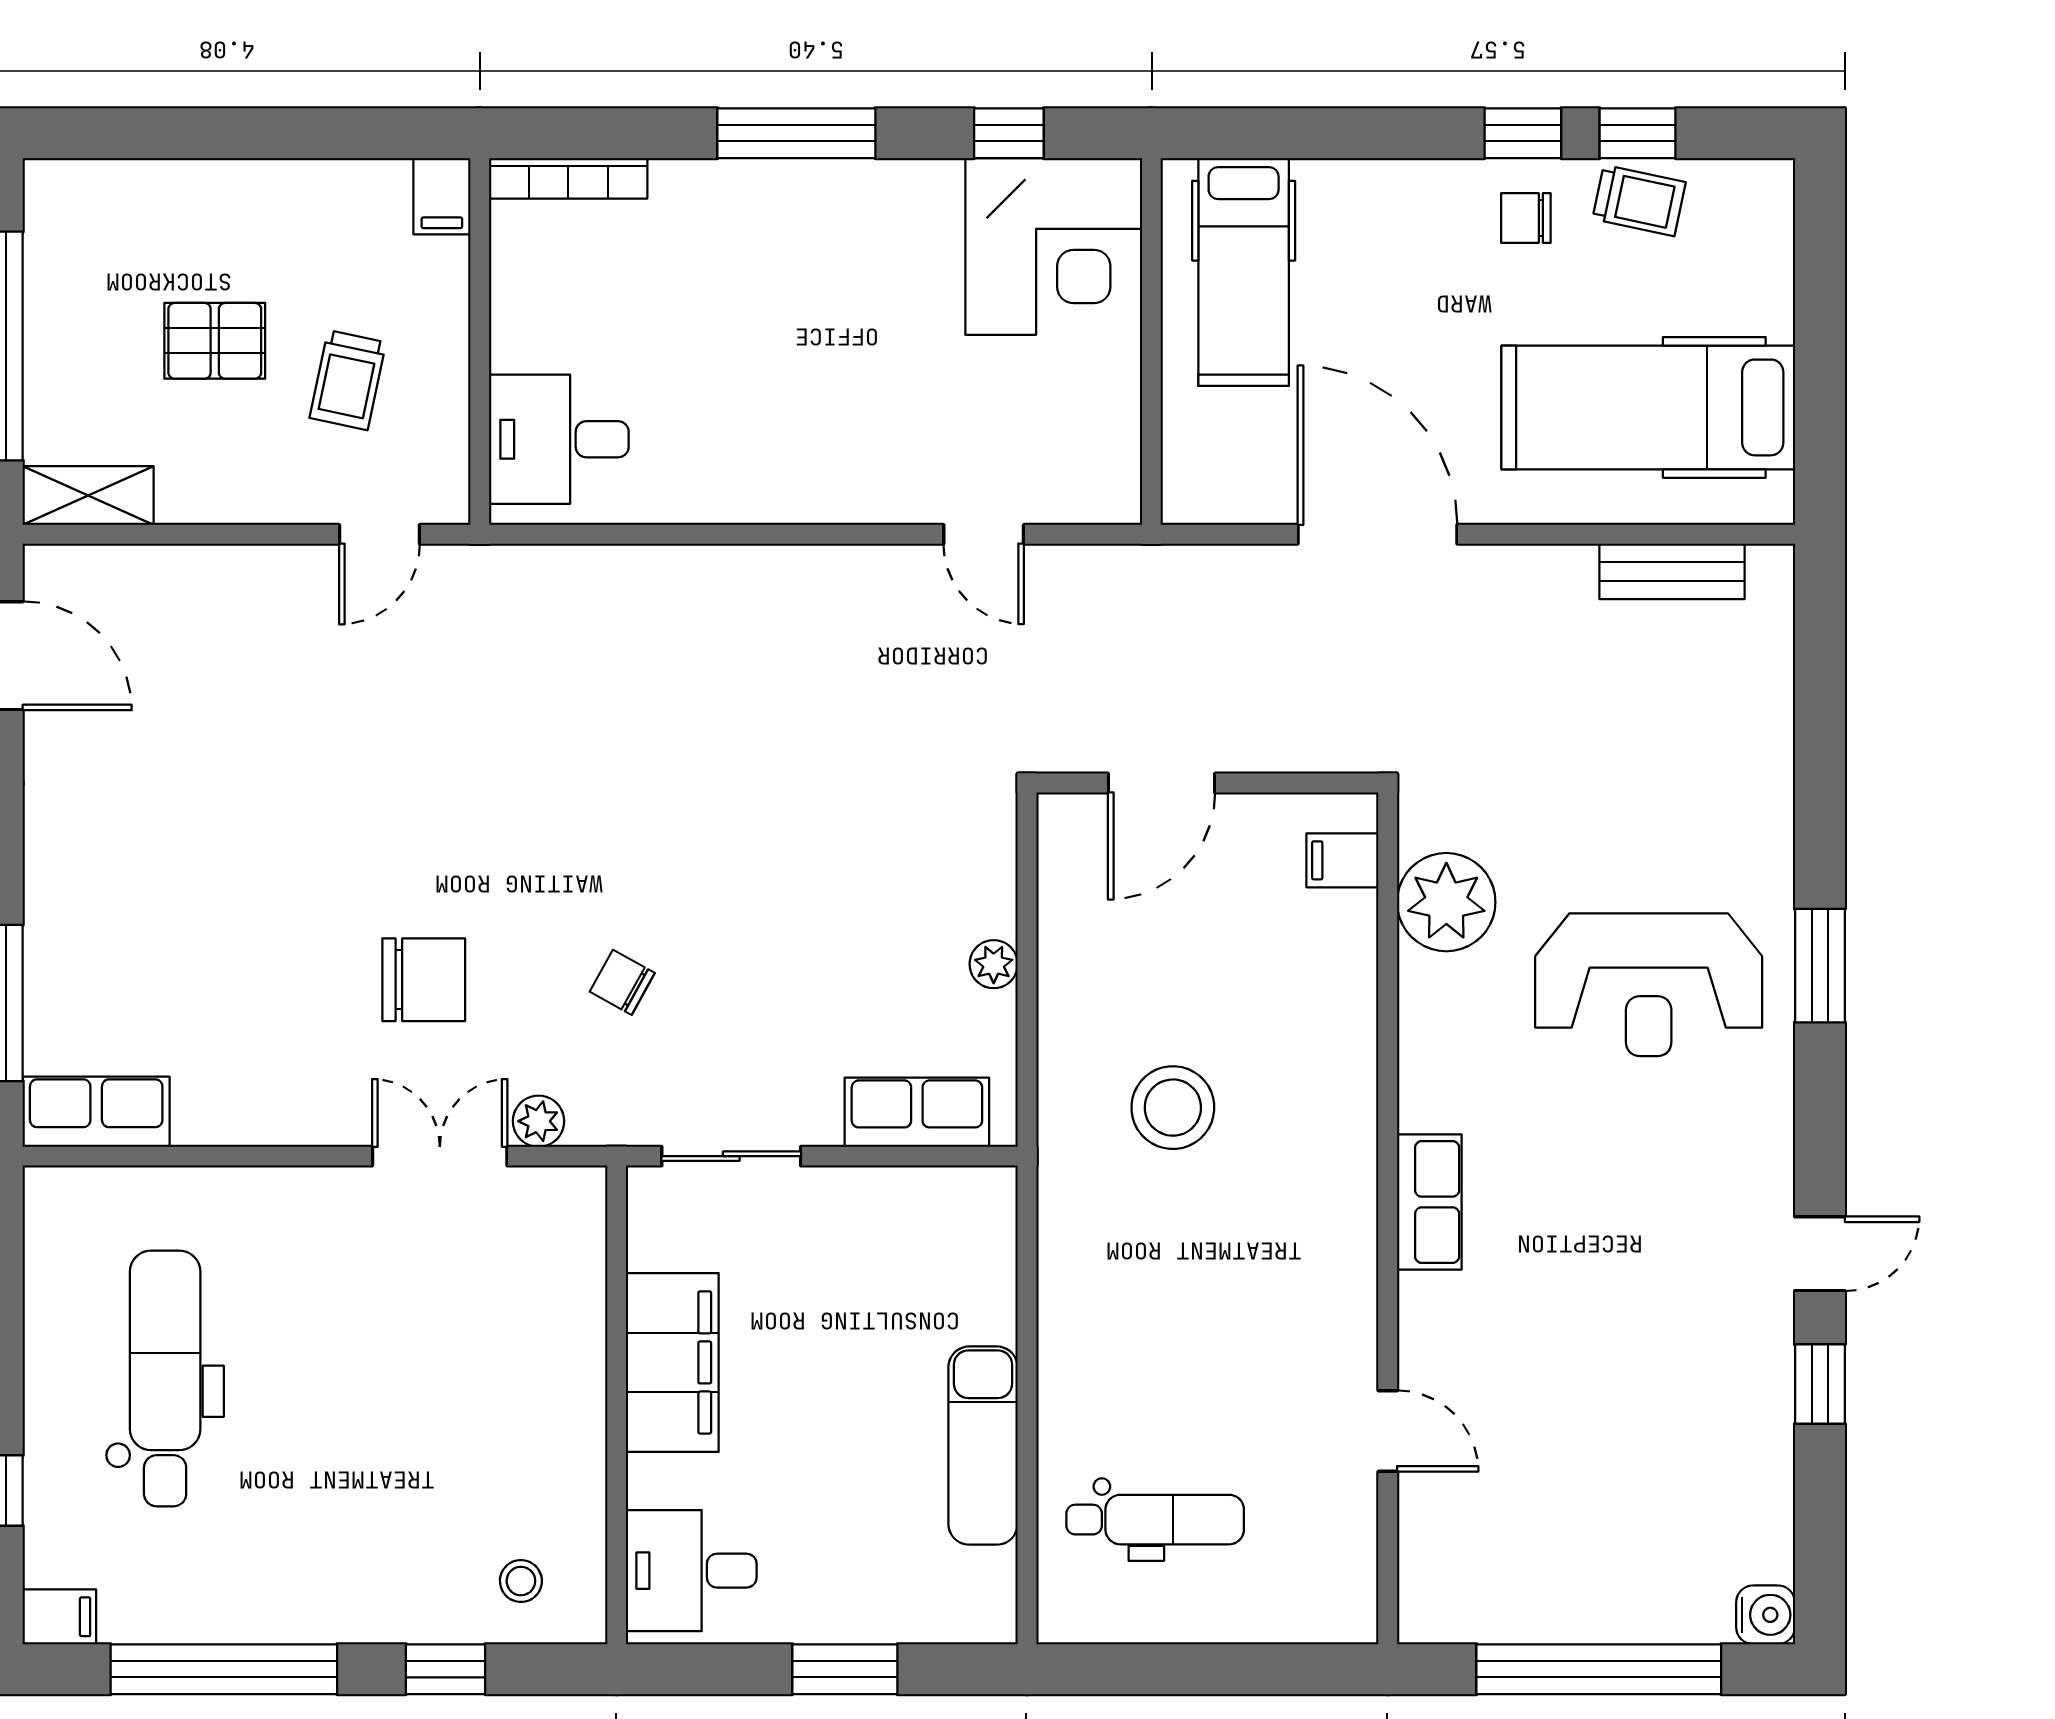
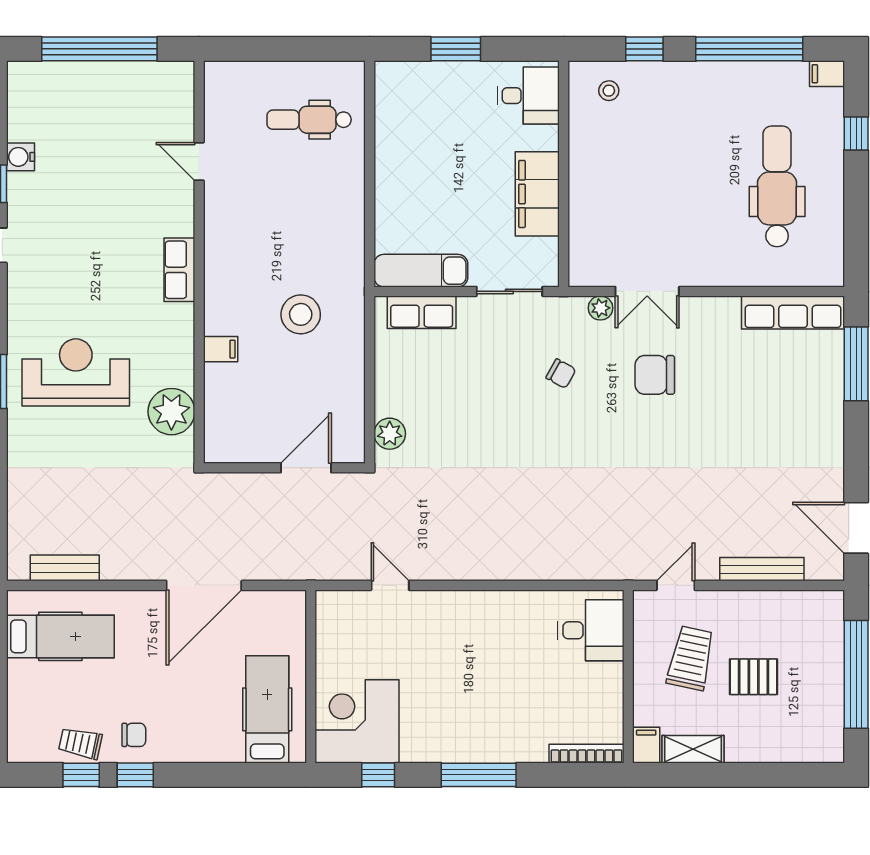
trolley: (348, 380) -> (691, 658), width x1.36, depth x1.39
hospital bed: (1648, 407) -> (60, 636), width x0.73, depth x0.78
shelving: (88, 496) -> (693, 749), moved
door: (1378, 534) -> (204, 585), hinge flipped
bench: (197, 568) -> (762, 569), added
filing cabinet: (1342, 860) -> (221, 349), moved
plant: (994, 964) -> (390, 434), moved, width x1.38, depth x1.38
row of seats: (96, 1112) -> (793, 312), width x1.48
dental chair: (165, 1379) -> (777, 186), turned 180
exam couch: (983, 1446) -> (421, 271), moved, turned -90
water cooler: (1766, 1615) -> (21, 157), moved

